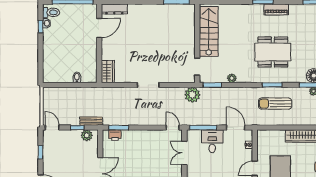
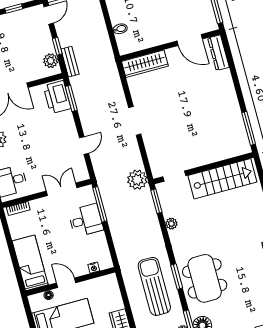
dining table: (273, 52) -> (205, 278), moved
wardrobe: (108, 72) -> (145, 64), width x1.50
sun lounger: (275, 104) -> (154, 286), width x1.36, depth x1.34
door: (173, 128) -> (84, 145), moved
door: (236, 128) -> (111, 245), removed
printer: (115, 135) -> (57, 97), width x1.87, depth x1.48

